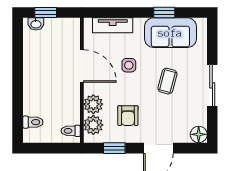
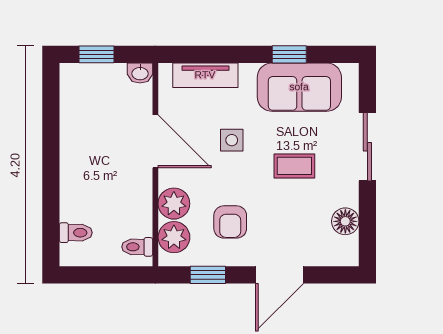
washbasin: (36, 24) -> (140, 73), moved
coffee table: (167, 81) -> (294, 166), turned 75
sliding door: (212, 85) -> (367, 147), moved
floor lamp: (199, 134) -> (345, 221), moved

